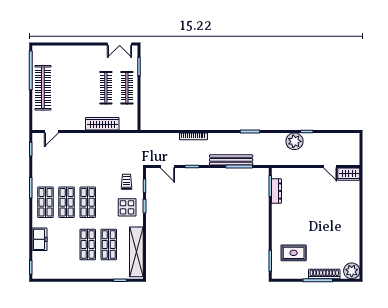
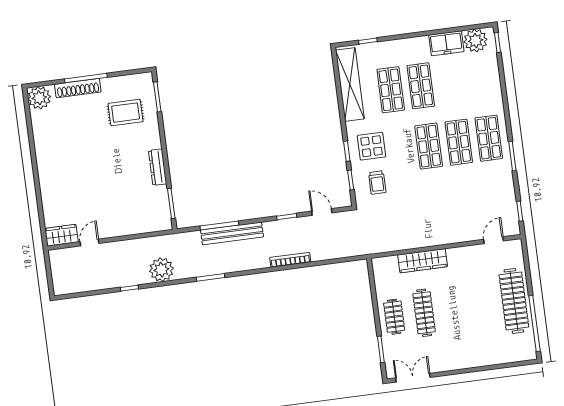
clothes rail: (127, 88) -> (394, 317), width x0.73
plant: (294, 141) -> (161, 270), moved
door: (330, 166) -> (89, 243), hinge flipped
dresser: (276, 191) -> (158, 167), moved
freezer: (40, 239) -> (446, 43), moved, turned -90
plant: (46, 271) -> (476, 41), added

